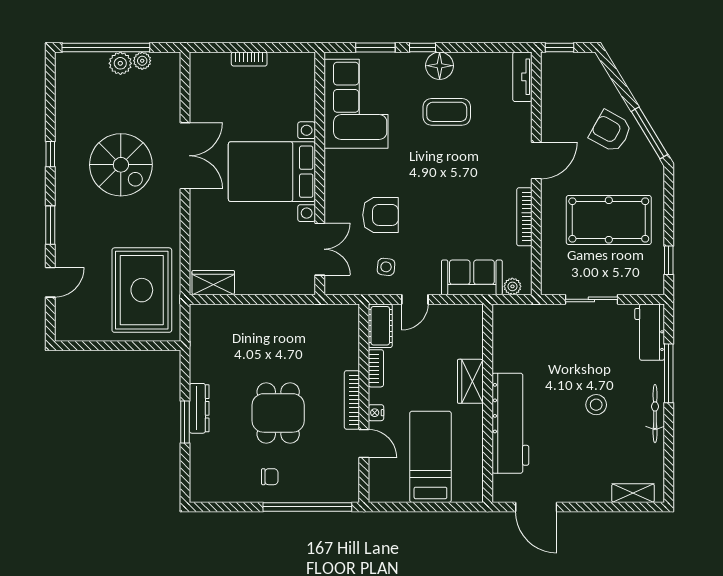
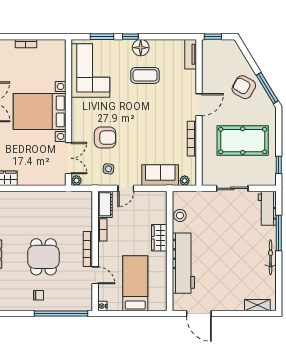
plant: (333, 286) -> (76, 180), added
stool: (596, 405) -> (180, 215), moved
nightstand: (376, 413) -> (102, 306), moved

